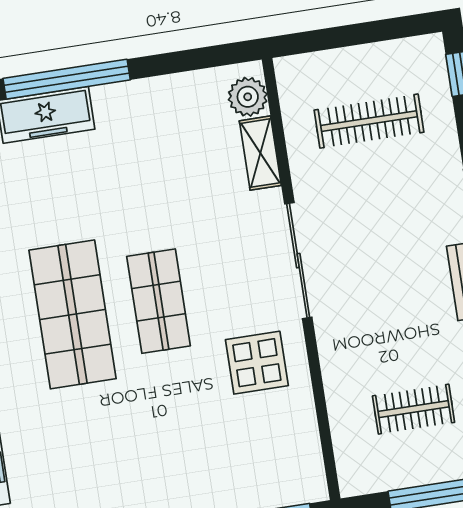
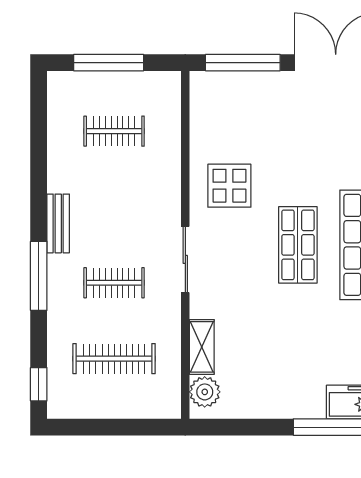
clothes rail: (384, 217) -> (114, 283), added
sliding door: (298, 261) -> (185, 259), width x0.73

